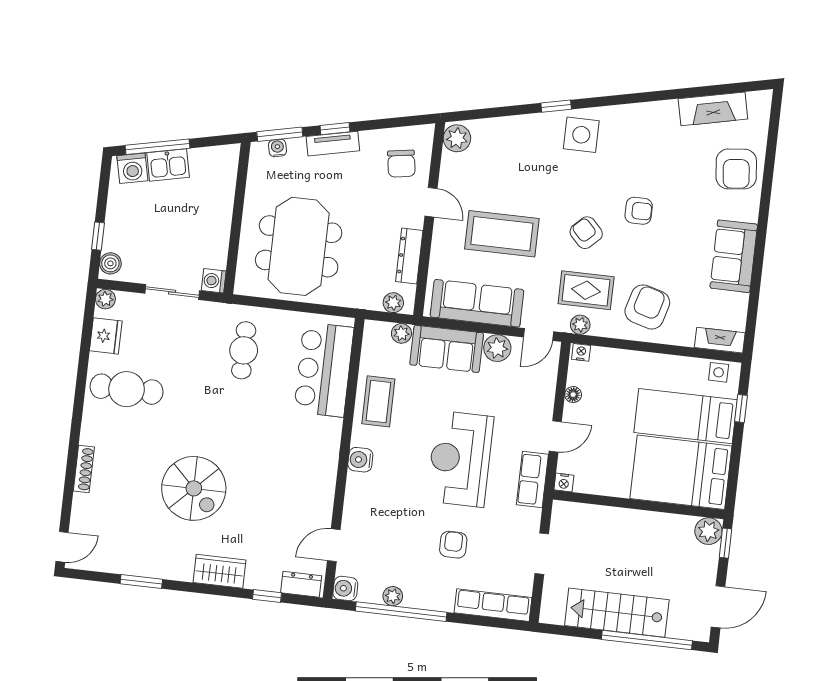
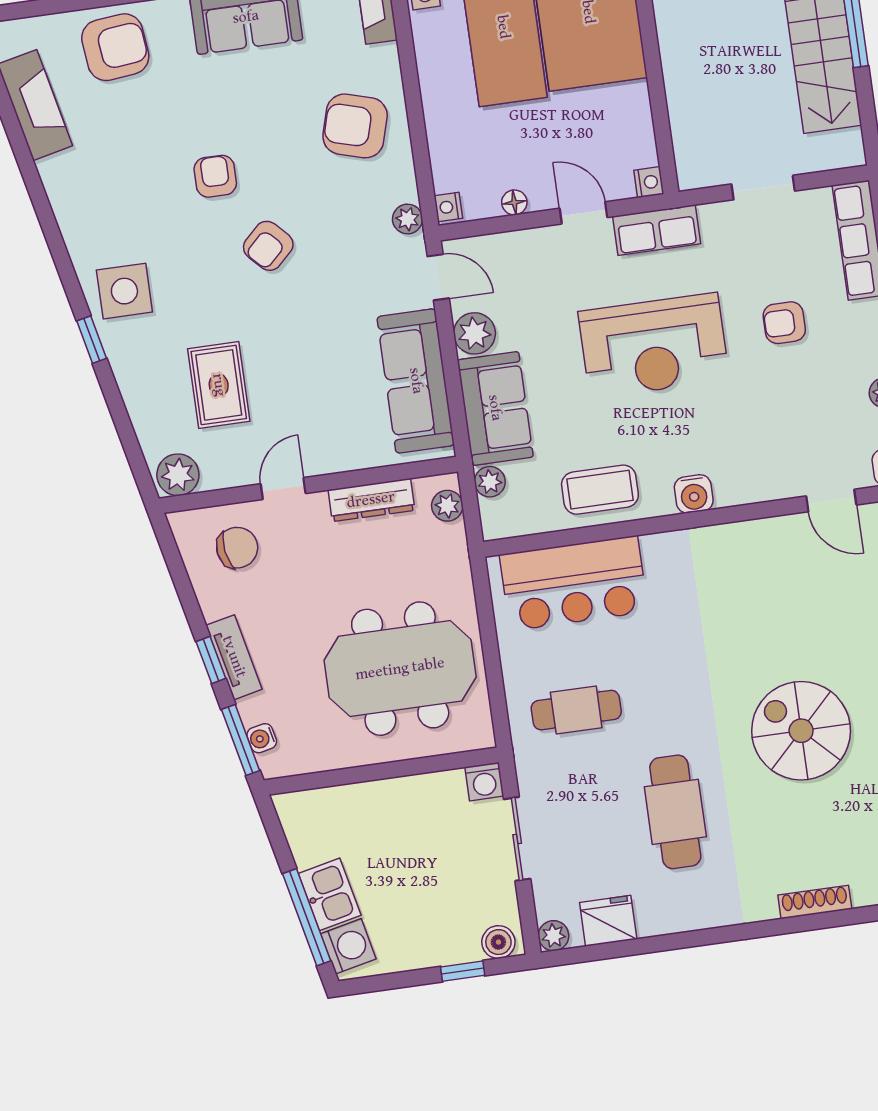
coffee table: (502, 234) -> (303, 371), removed
rug: (586, 290) -> (219, 385), moved
cafe table: (127, 389) -> (675, 812), moved
spiral stairs: (194, 488) -> (801, 731), turned -90

